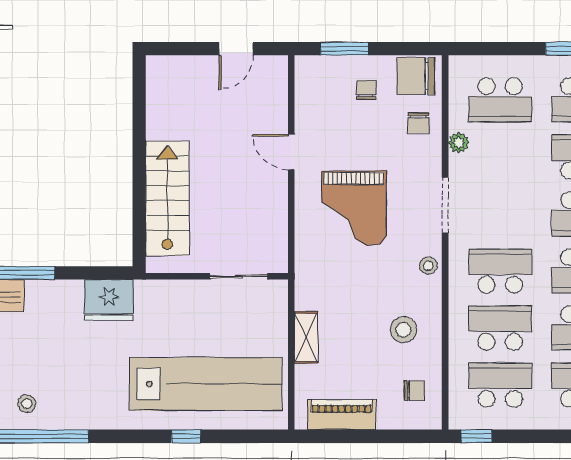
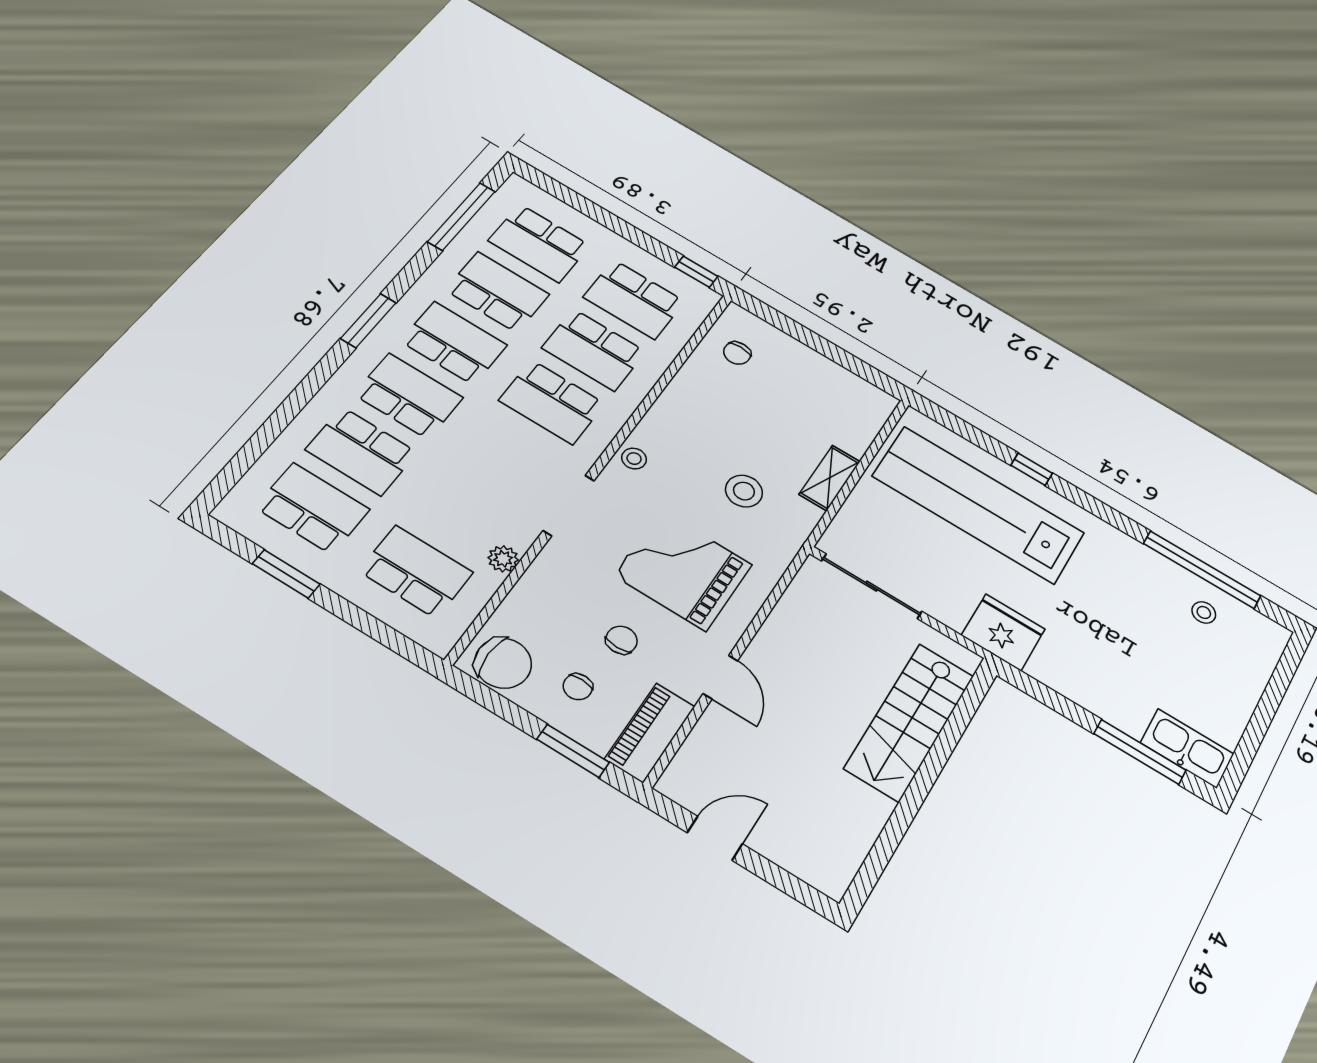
chair: (418, 123) -> (622, 640), moved
grand piano: (354, 208) -> (683, 570), turned -90
sliding door: (239, 276) -> (872, 586), width x1.37
fridge: (109, 300) -> (1003, 632), moved
stool: (403, 330) -> (744, 491), moved
chair: (414, 391) -> (737, 353), turned -90
piano: (342, 415) -> (650, 733), moved, turned 90

